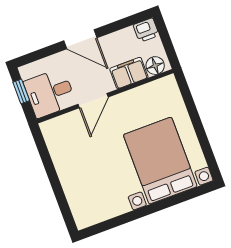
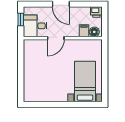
filing cabinet: (129, 73) -> (84, 31), width x0.50
bed with nightstands: (160, 161) -> (85, 82), width x0.73

